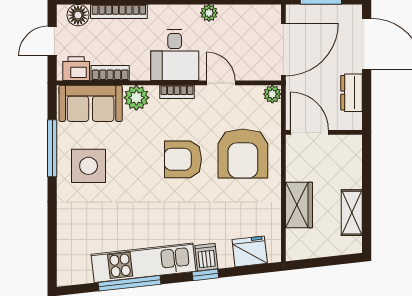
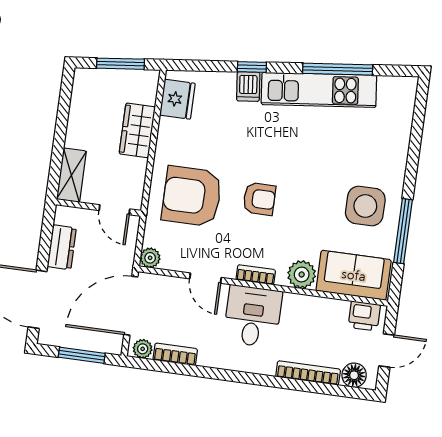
plant: (209, 13) -> (143, 349), moved
bookcase: (110, 73) -> (175, 354), moved, turned 180
door: (310, 132) -> (114, 210), width x0.73
armchair: (243, 153) -> (192, 196), turned -90
armchair: (183, 159) -> (259, 199), width x0.72, depth x0.72
shelving: (352, 213) -> (71, 175), moved
fridge: (250, 251) -> (177, 99), moved, turned -84
window: (322, 262) -> (121, 64), added

